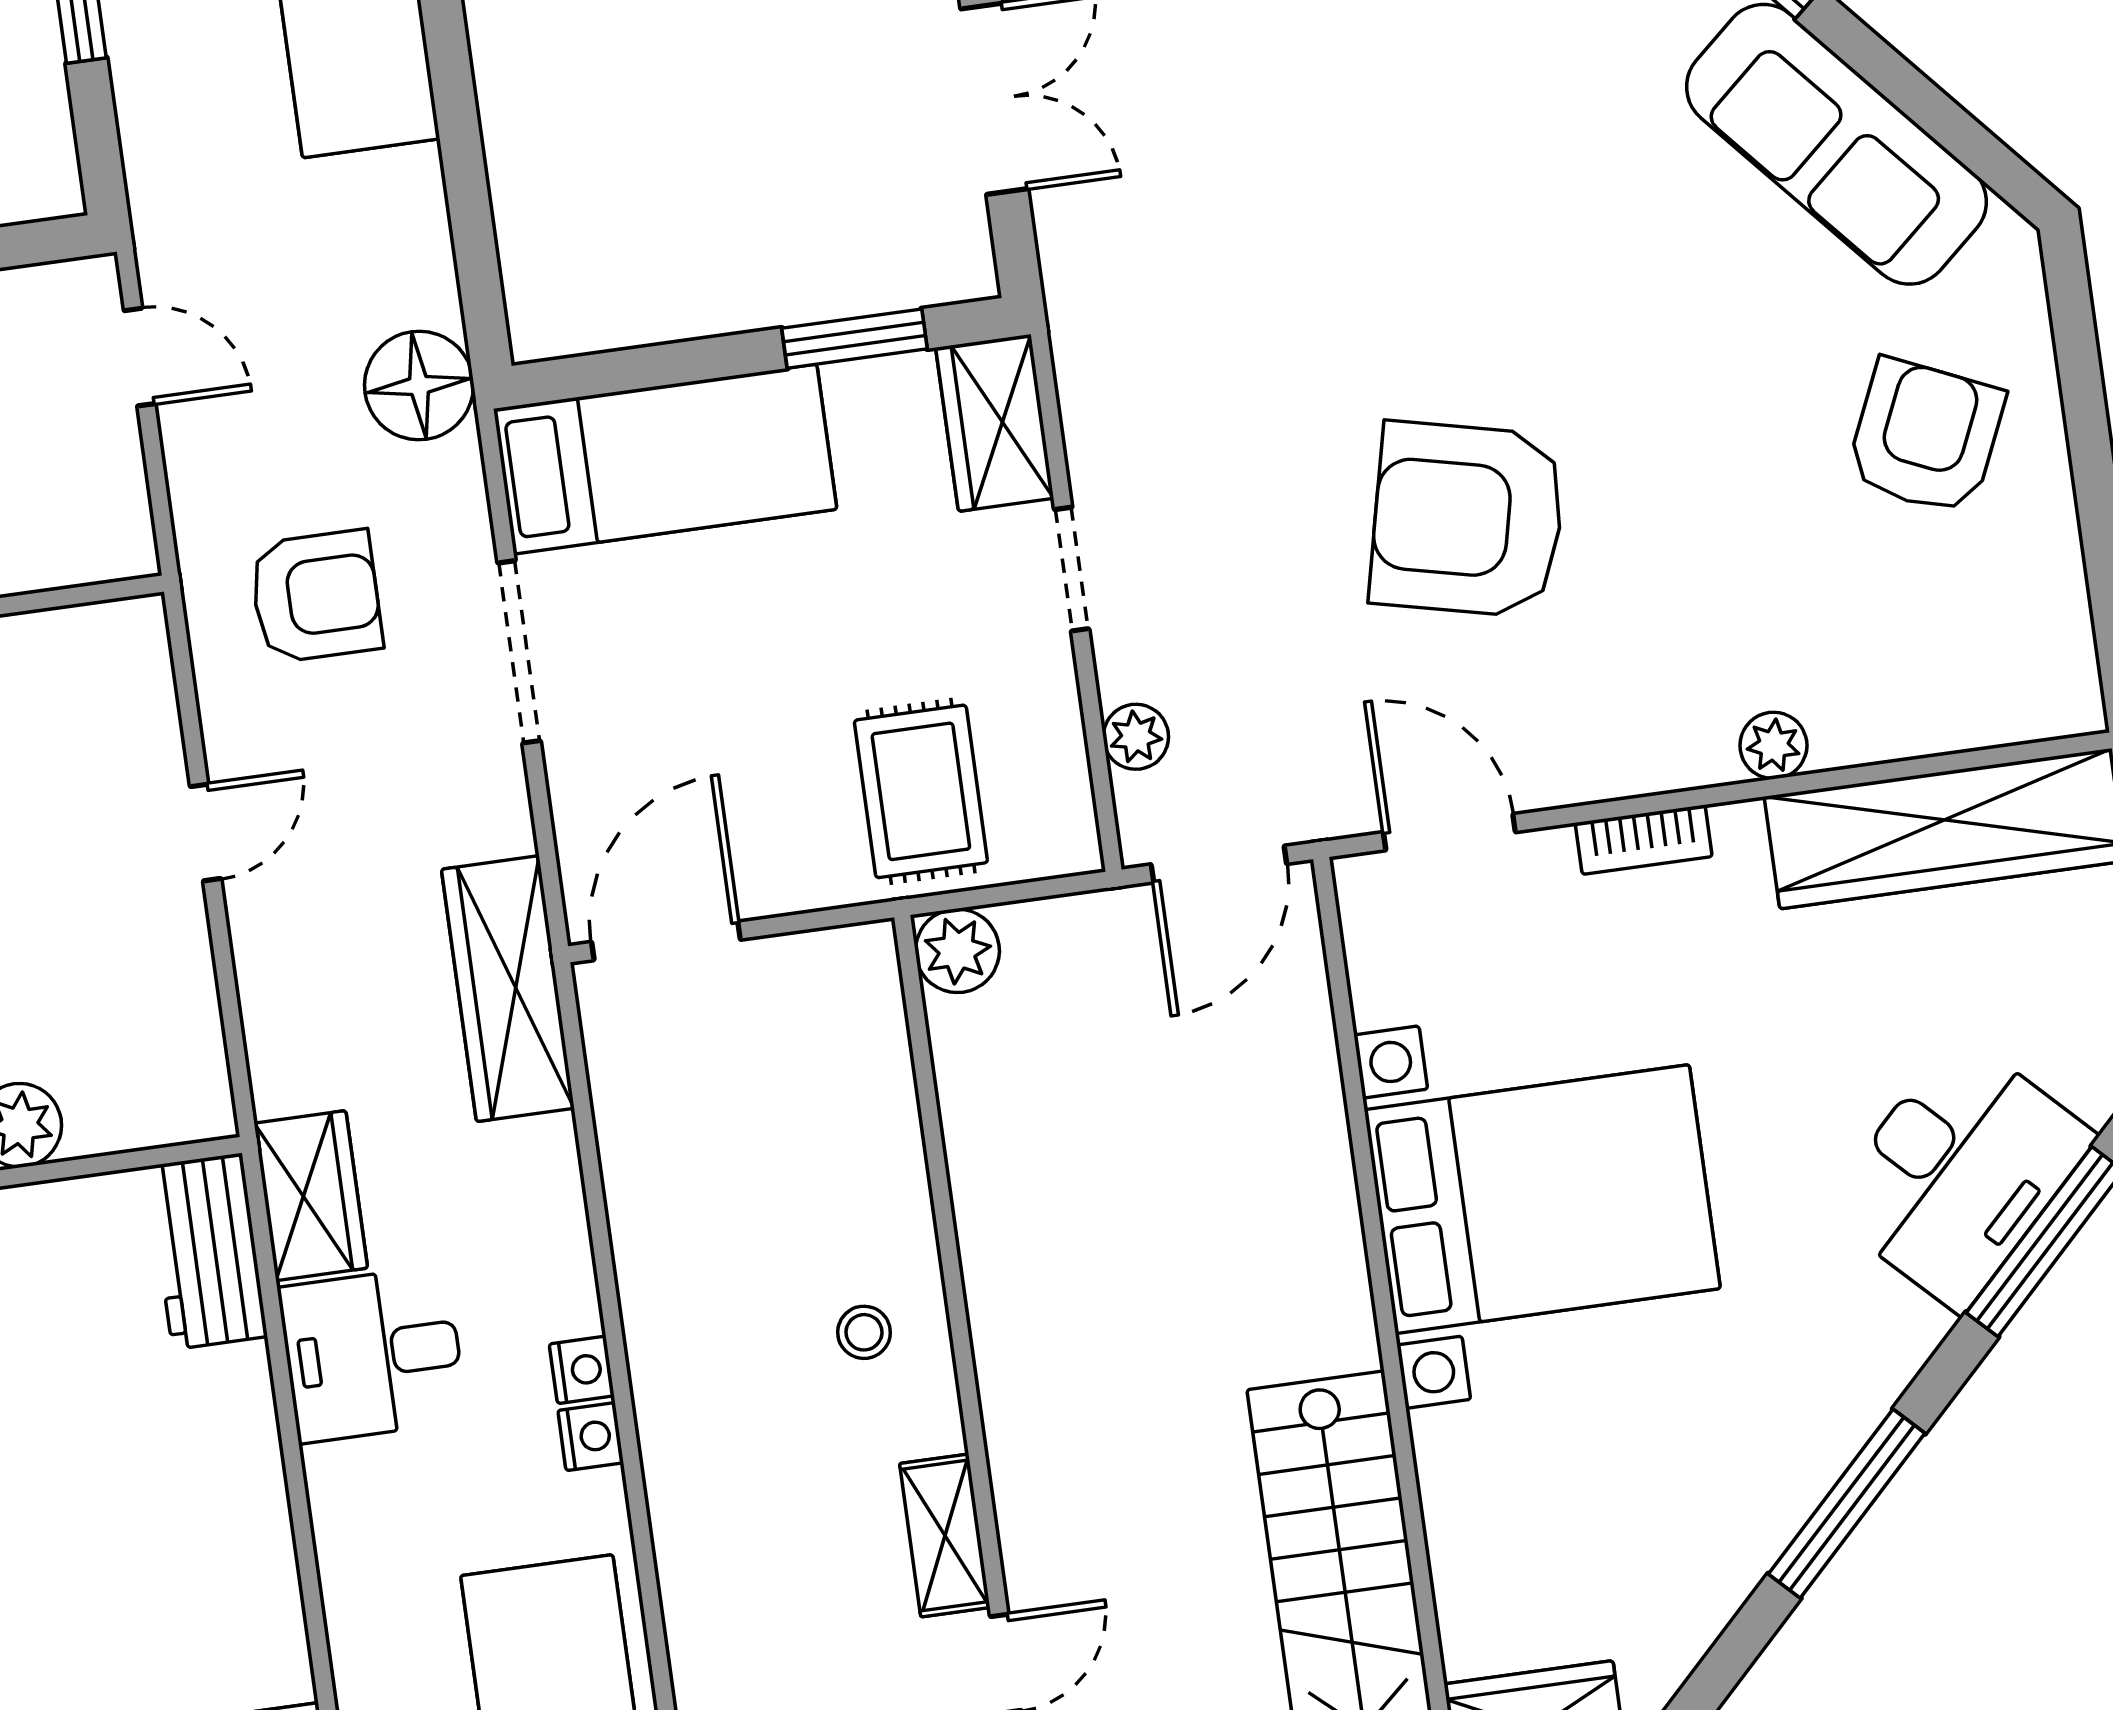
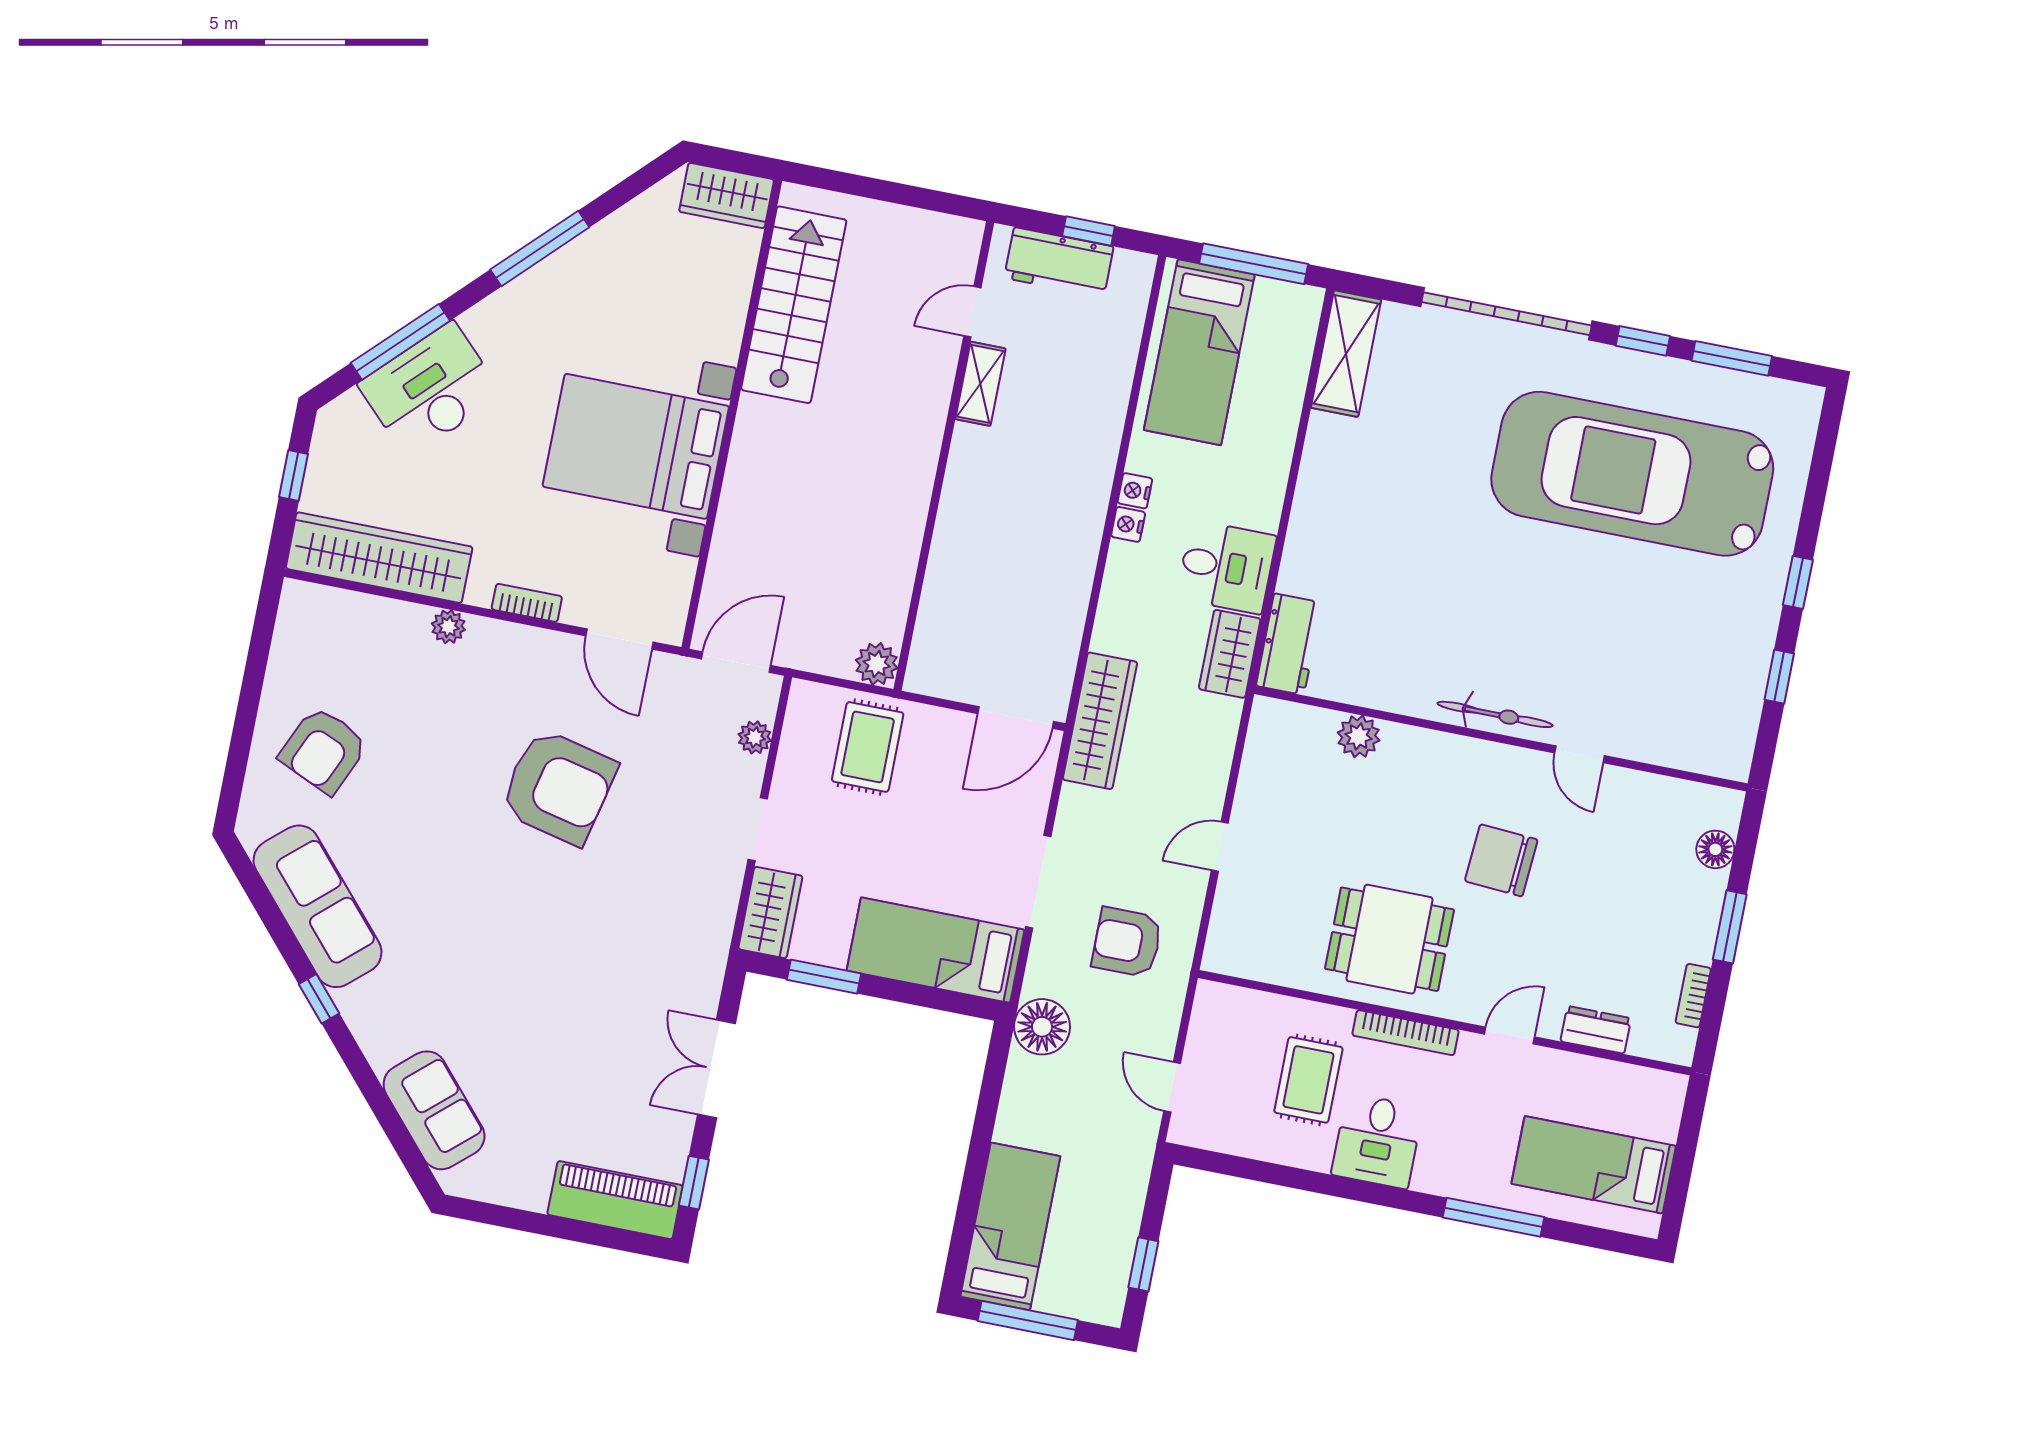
stool: (864, 1332) -> (985, 495), removed

